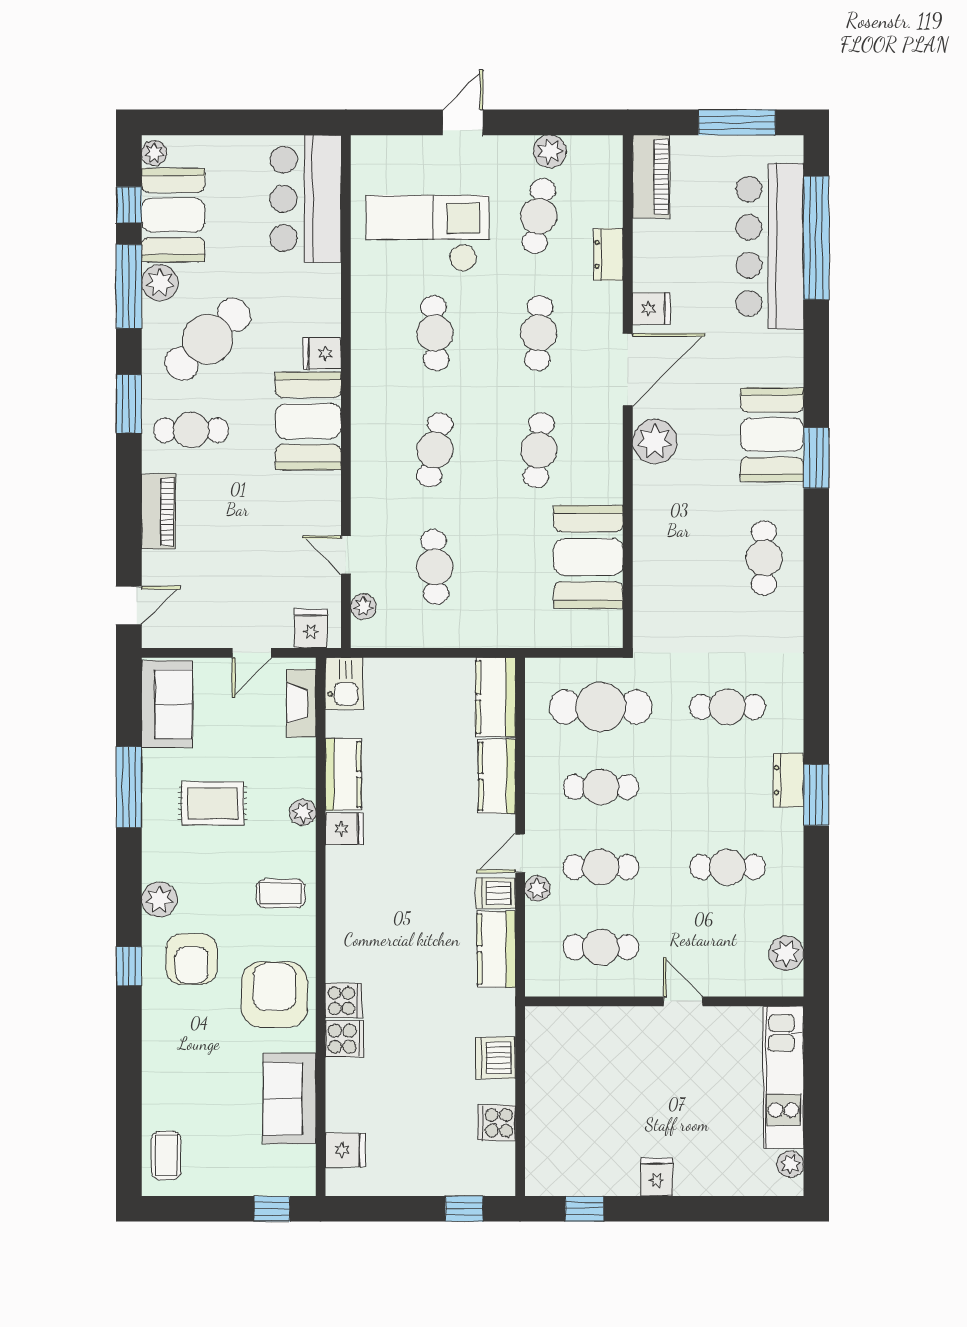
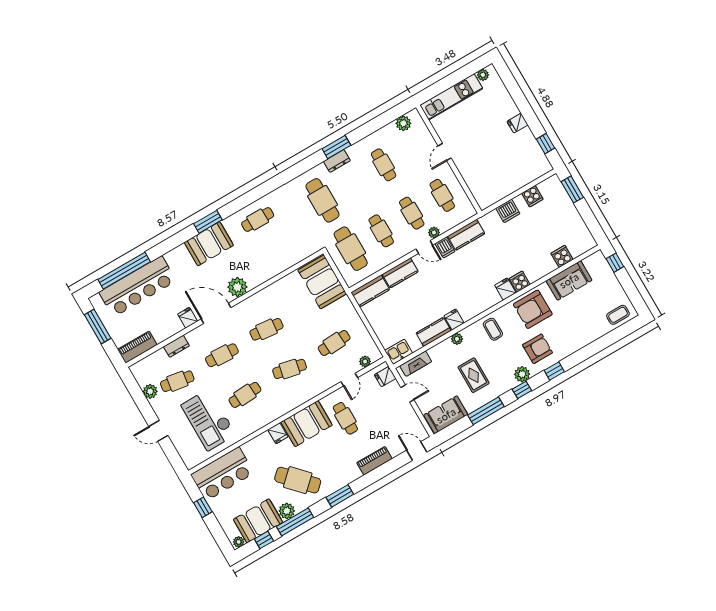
window: (263, 122) -> (203, 507), added
cafe table: (191, 430) -> (345, 418), moved
booth: (588, 557) -> (322, 282), moved, turned 90
cafe table: (728, 707) -> (323, 200), width x1.37, depth x1.35
window: (129, 881) -> (522, 390), added
cooker: (345, 1039) -> (562, 256), moved
fridge: (345, 1150) -> (505, 289), moved
window: (464, 1209) -> (572, 189), width x1.50

